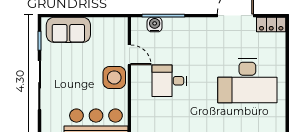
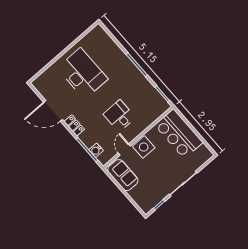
locker: (271, 25) -> (74, 125), moved
sofa: (68, 30) -> (123, 175), moved
desk: (169, 81) -> (119, 116), turned 180

